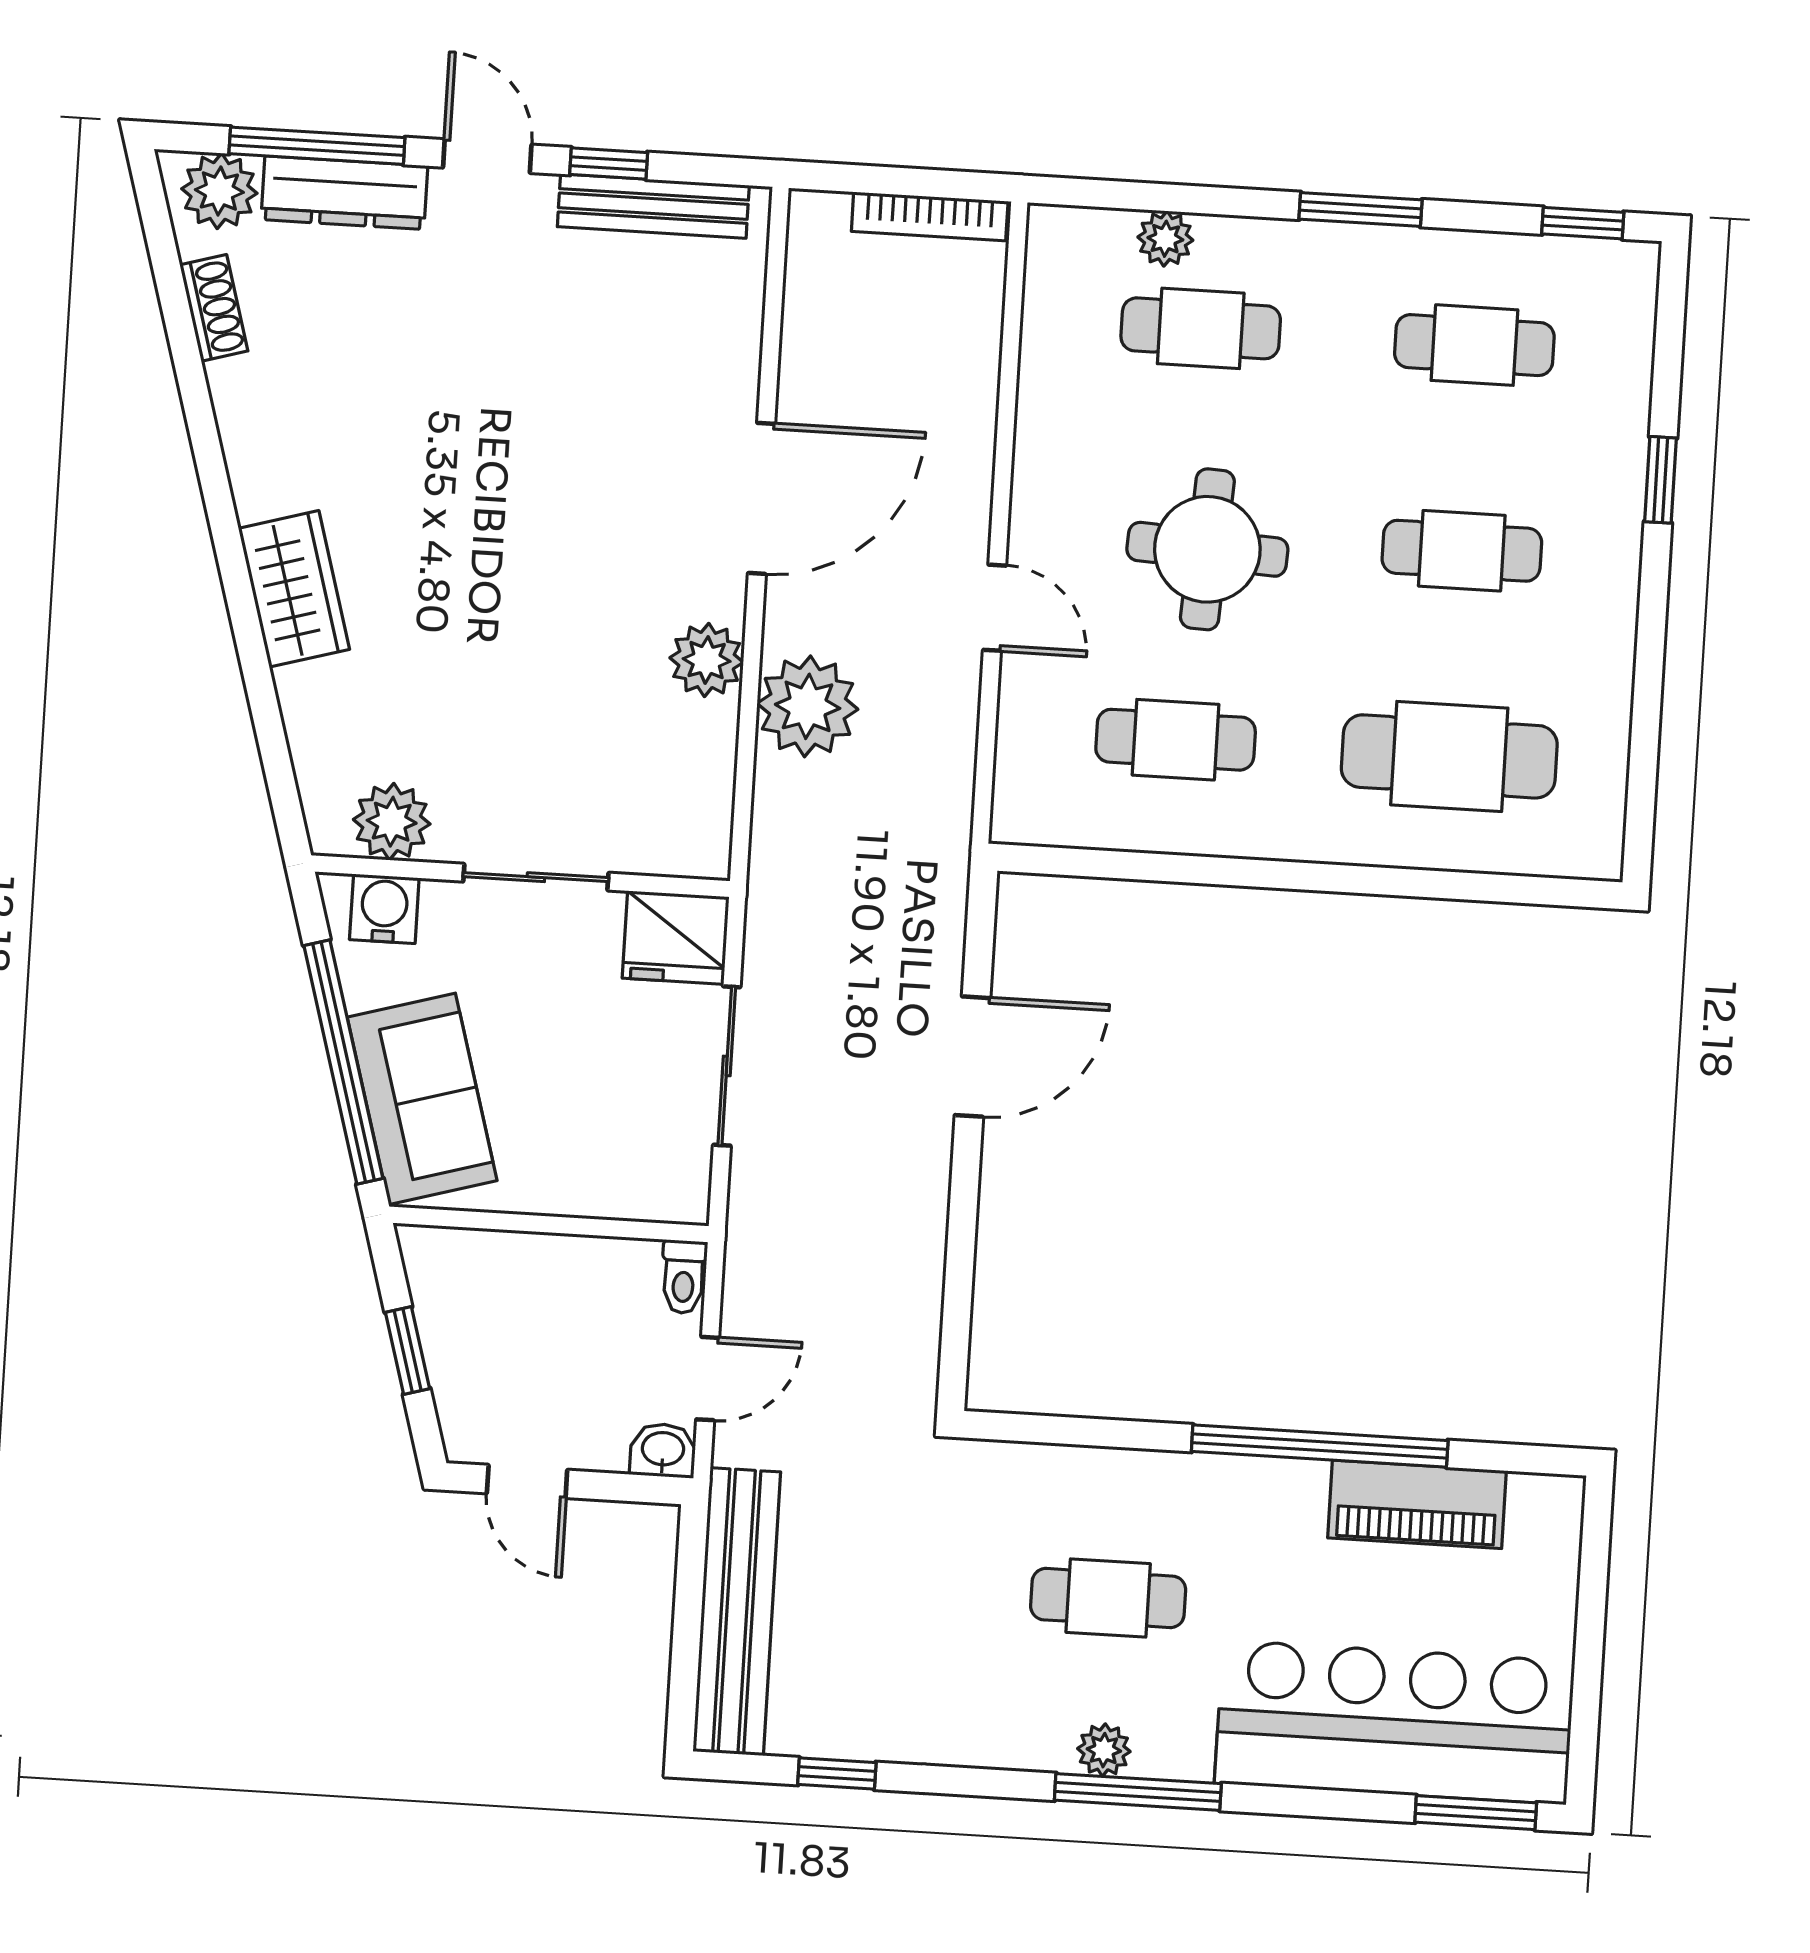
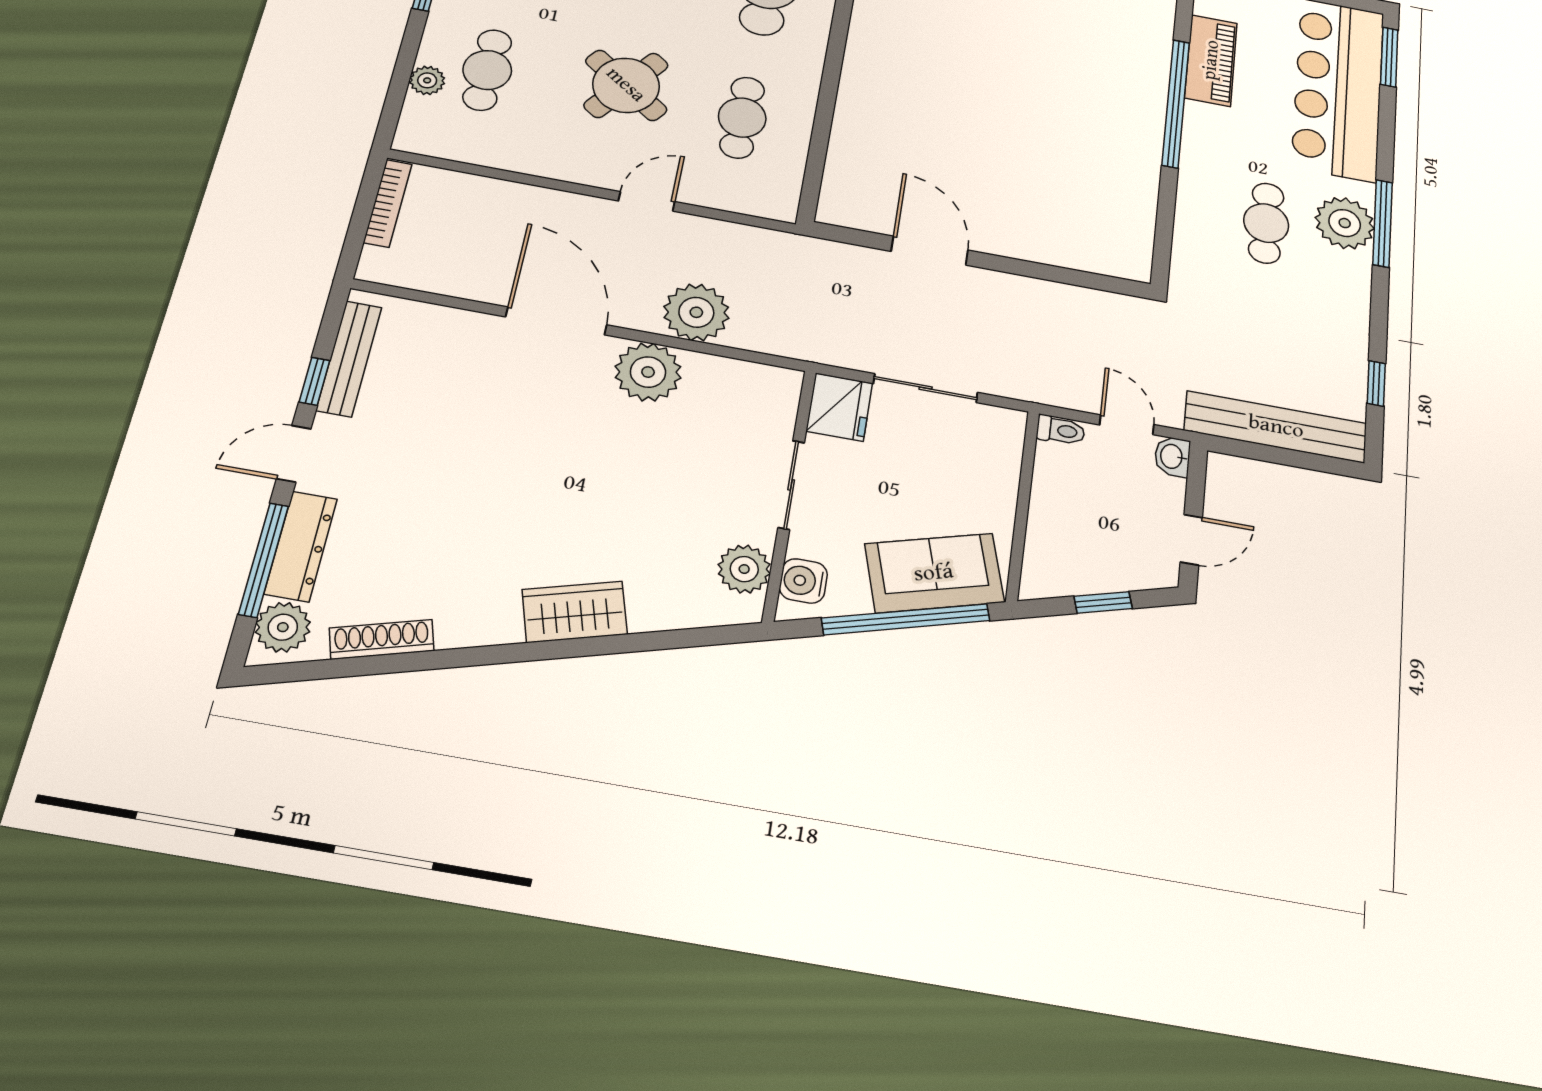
shoe rack: (214, 308) -> (382, 639), width x1.43
round table: (1207, 549) -> (626, 85), turned 33
plant: (707, 660) -> (648, 372), width x1.36, depth x1.36
plant: (1104, 1750) -> (1345, 223), width x1.87, depth x1.87

